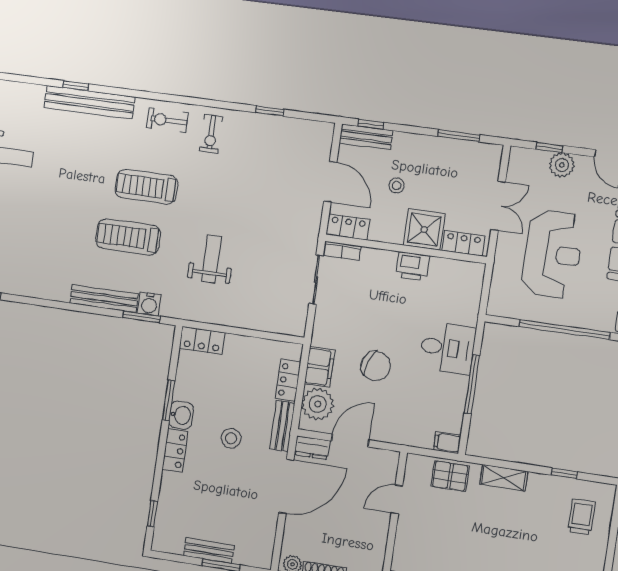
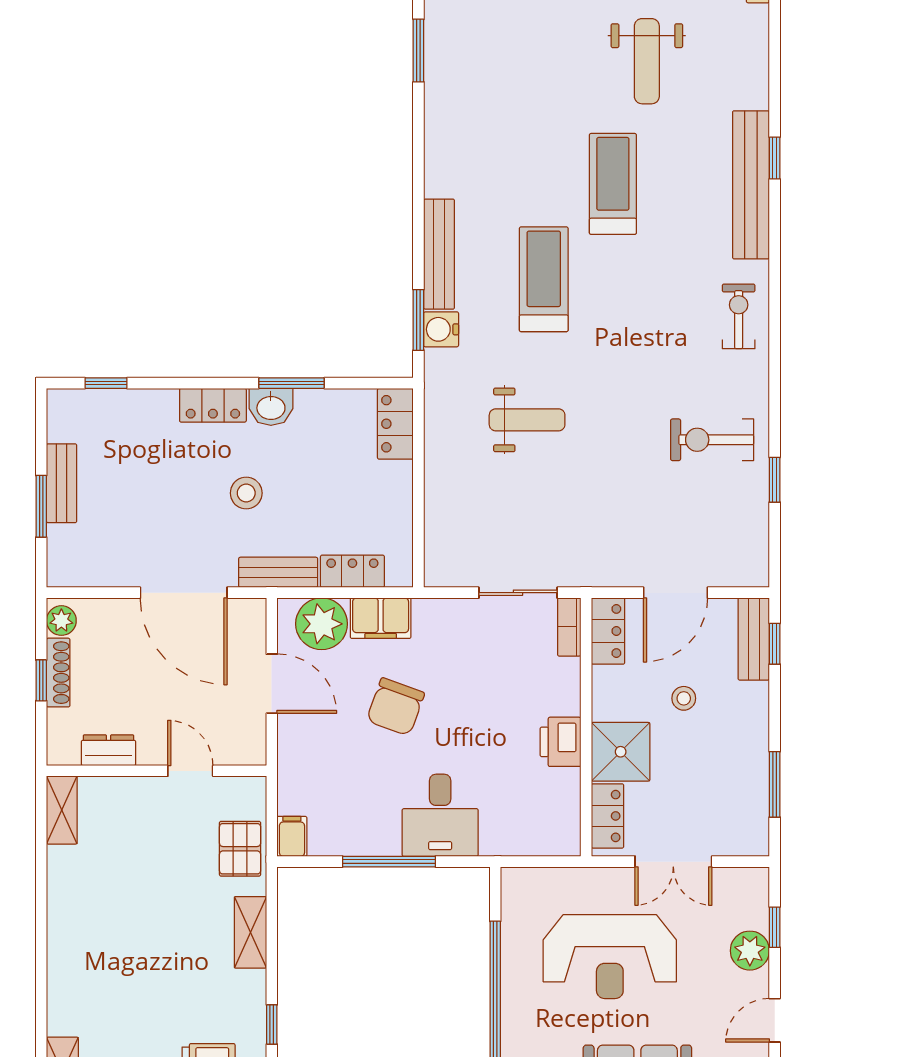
exercise bike: (211, 134) -> (712, 440), moved, width x1.38, depth x1.39
treadmill: (146, 187) -> (613, 184), moved
dresser: (312, 448) -> (109, 750), moved, turned 90

